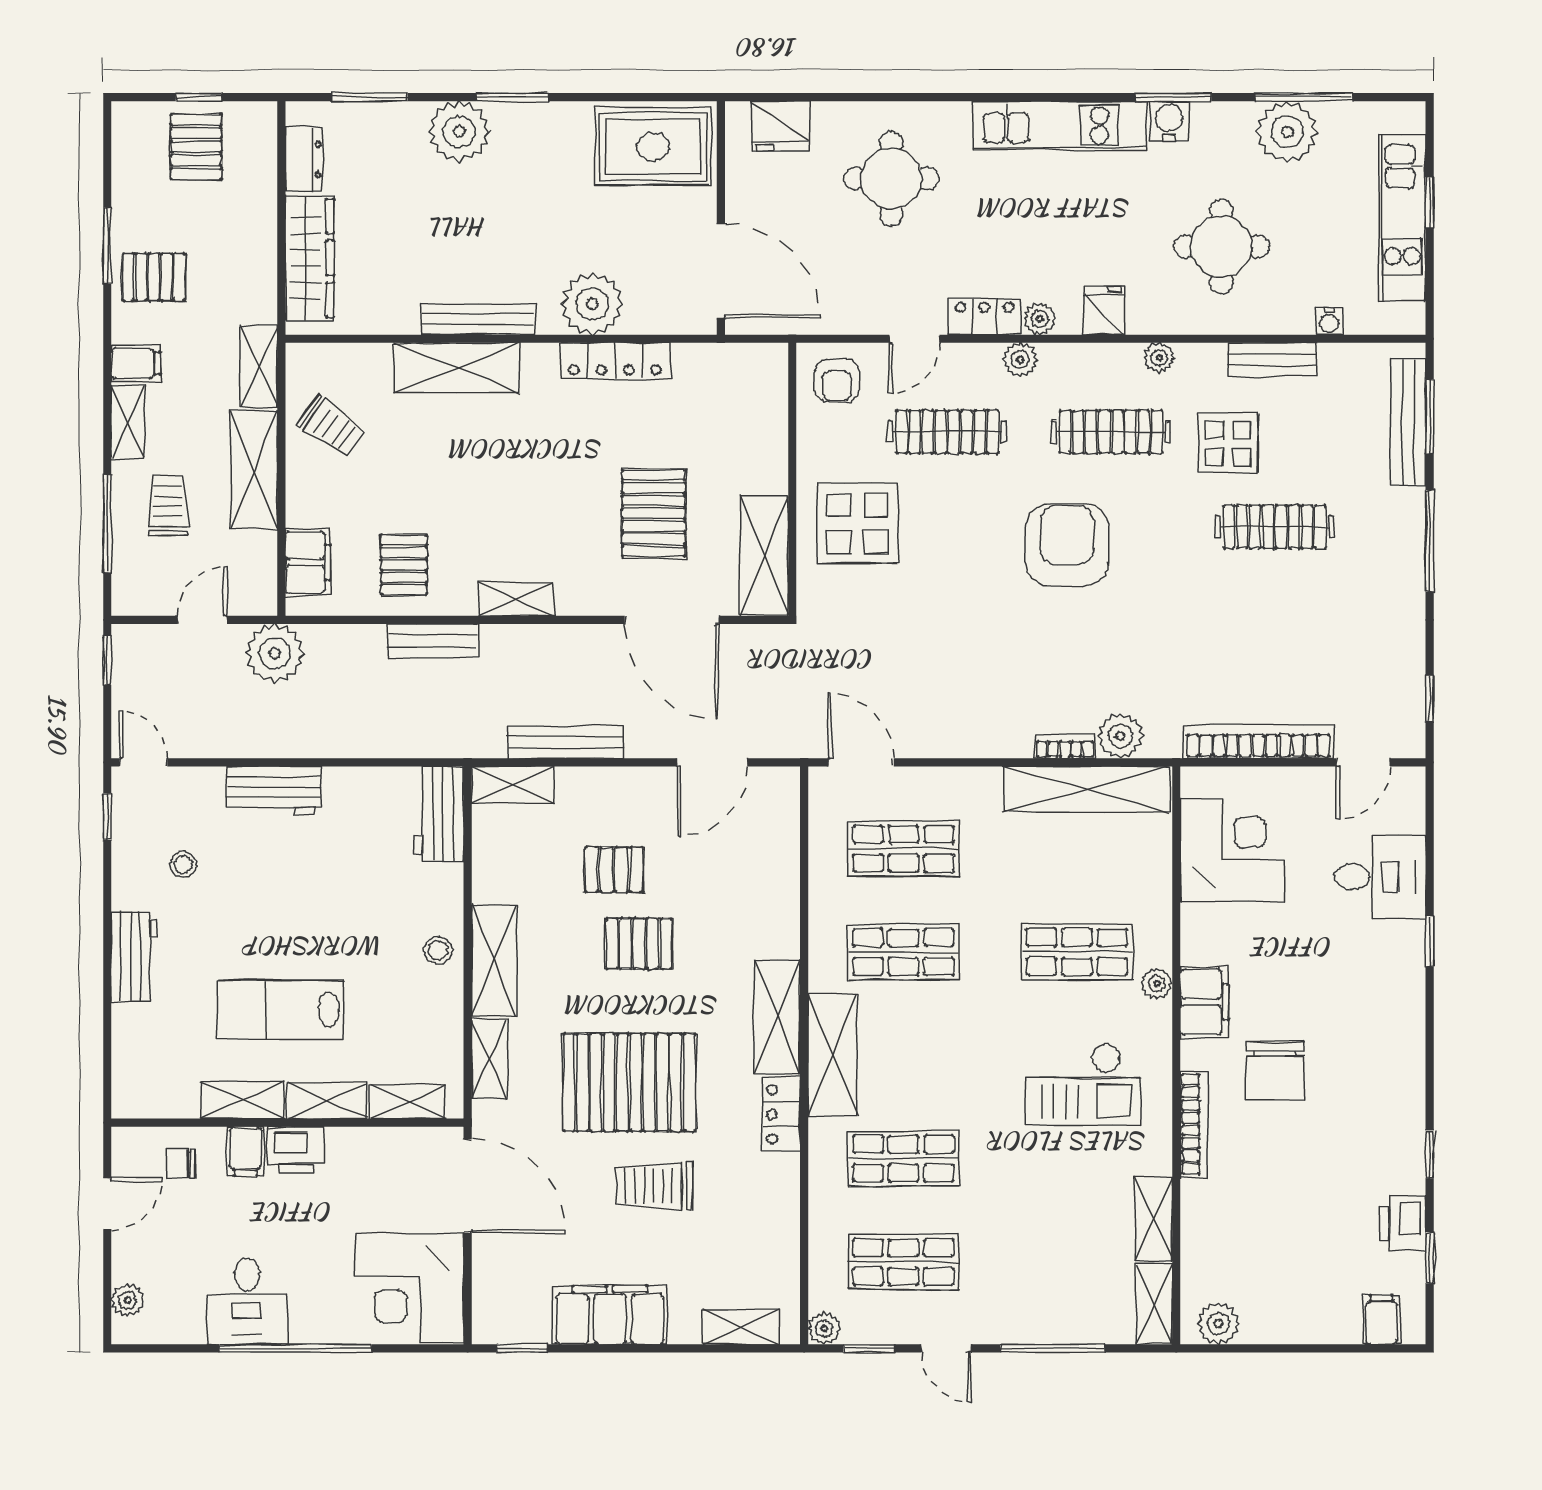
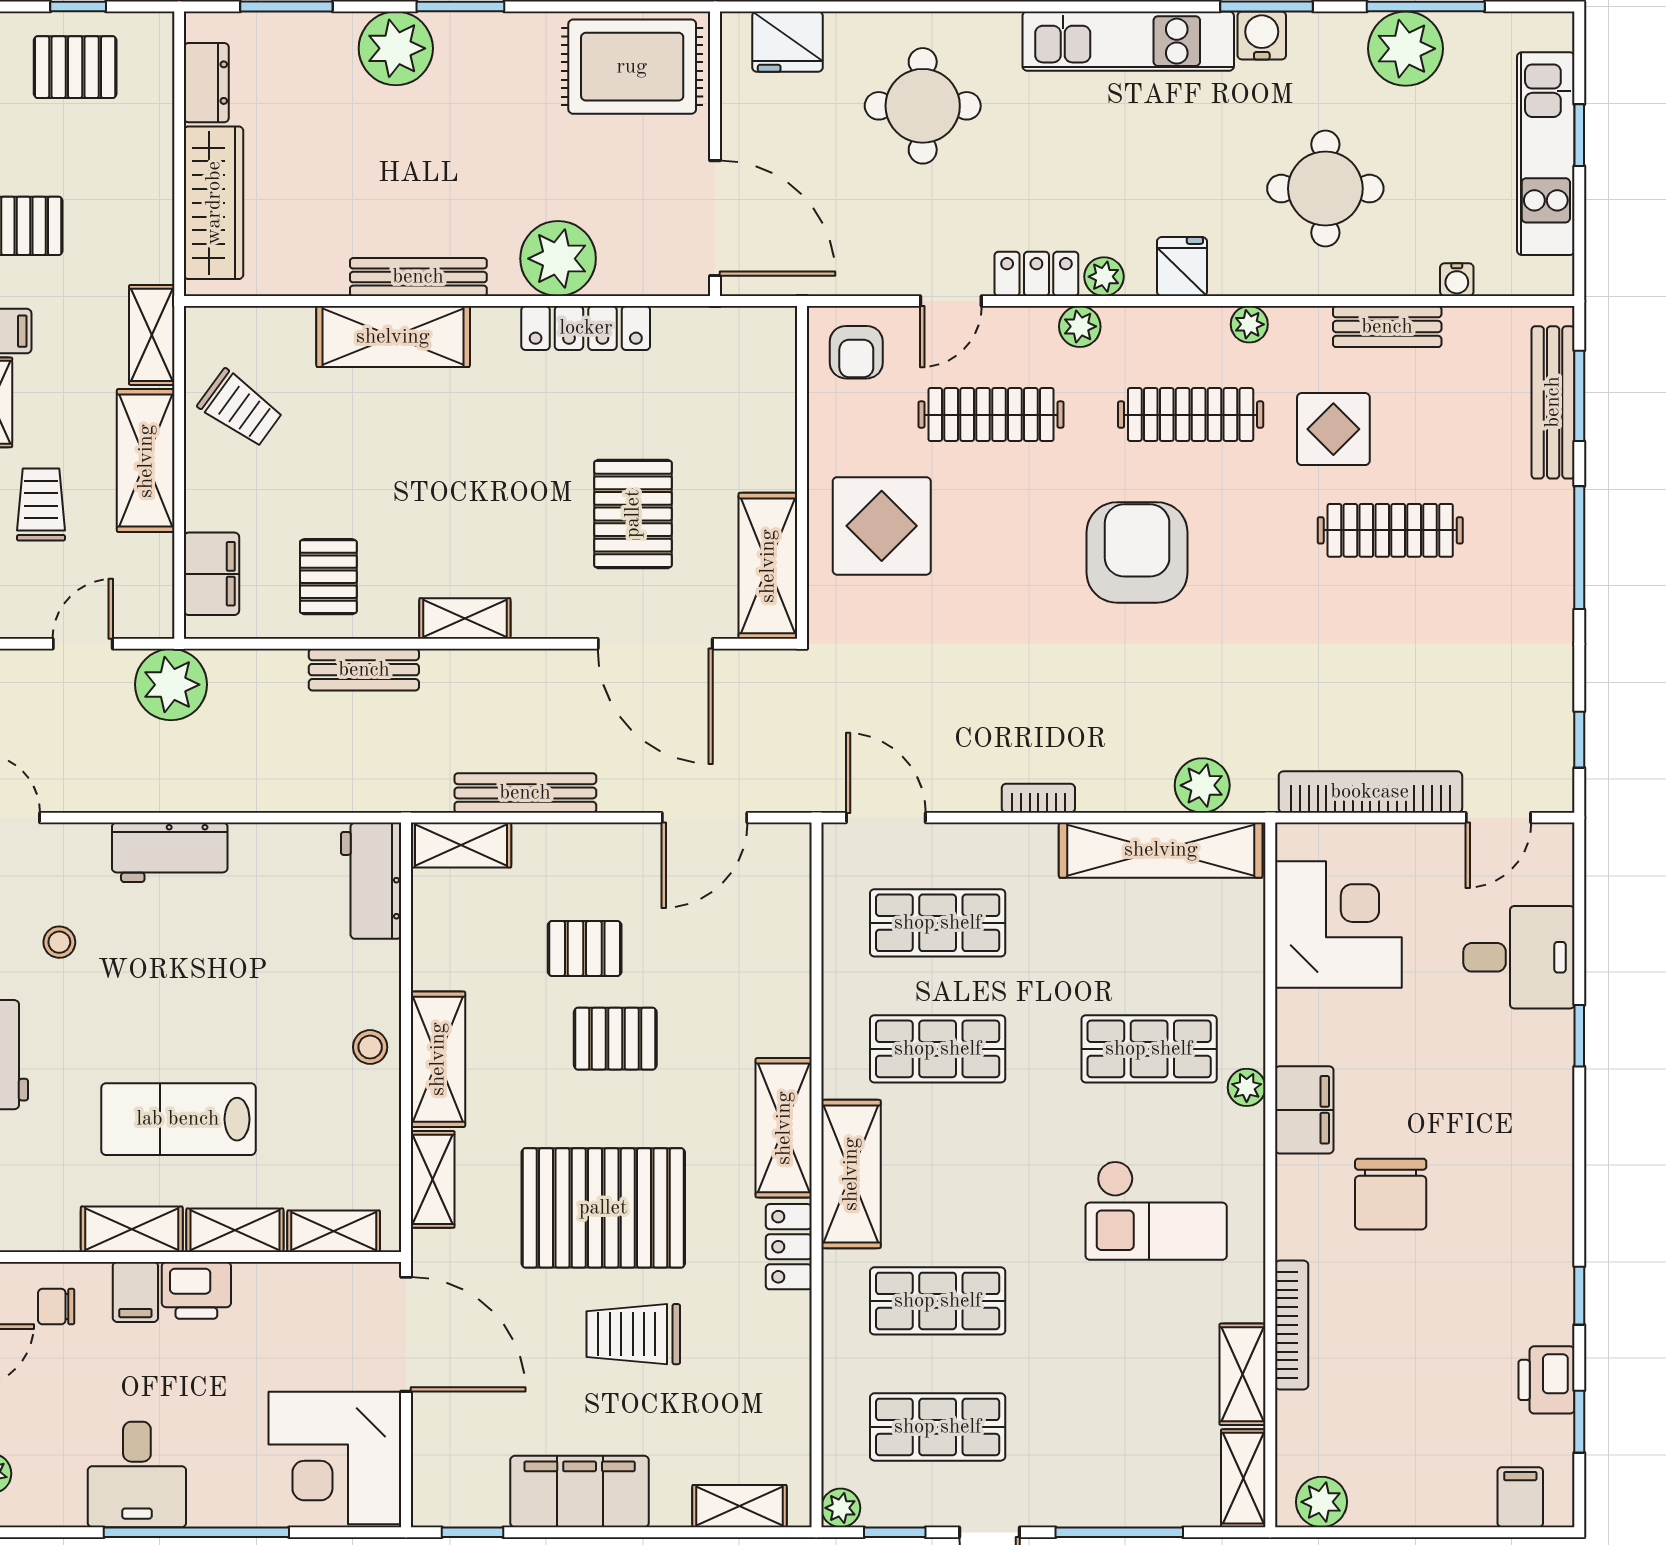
pallet: (196, 147) -> (75, 67), turned 90
bookcase: (1065, 746) -> (1038, 798), moved
bookcase: (1194, 1124) -> (1292, 1325), moved

